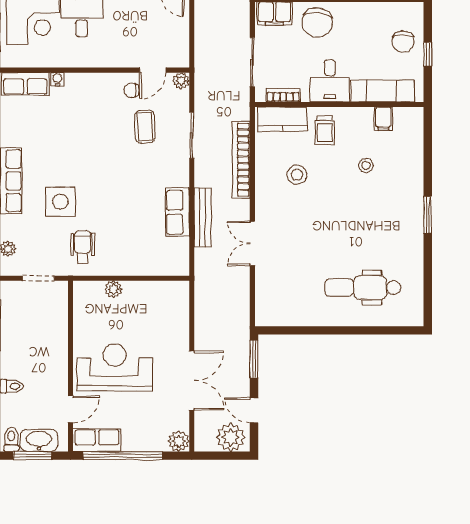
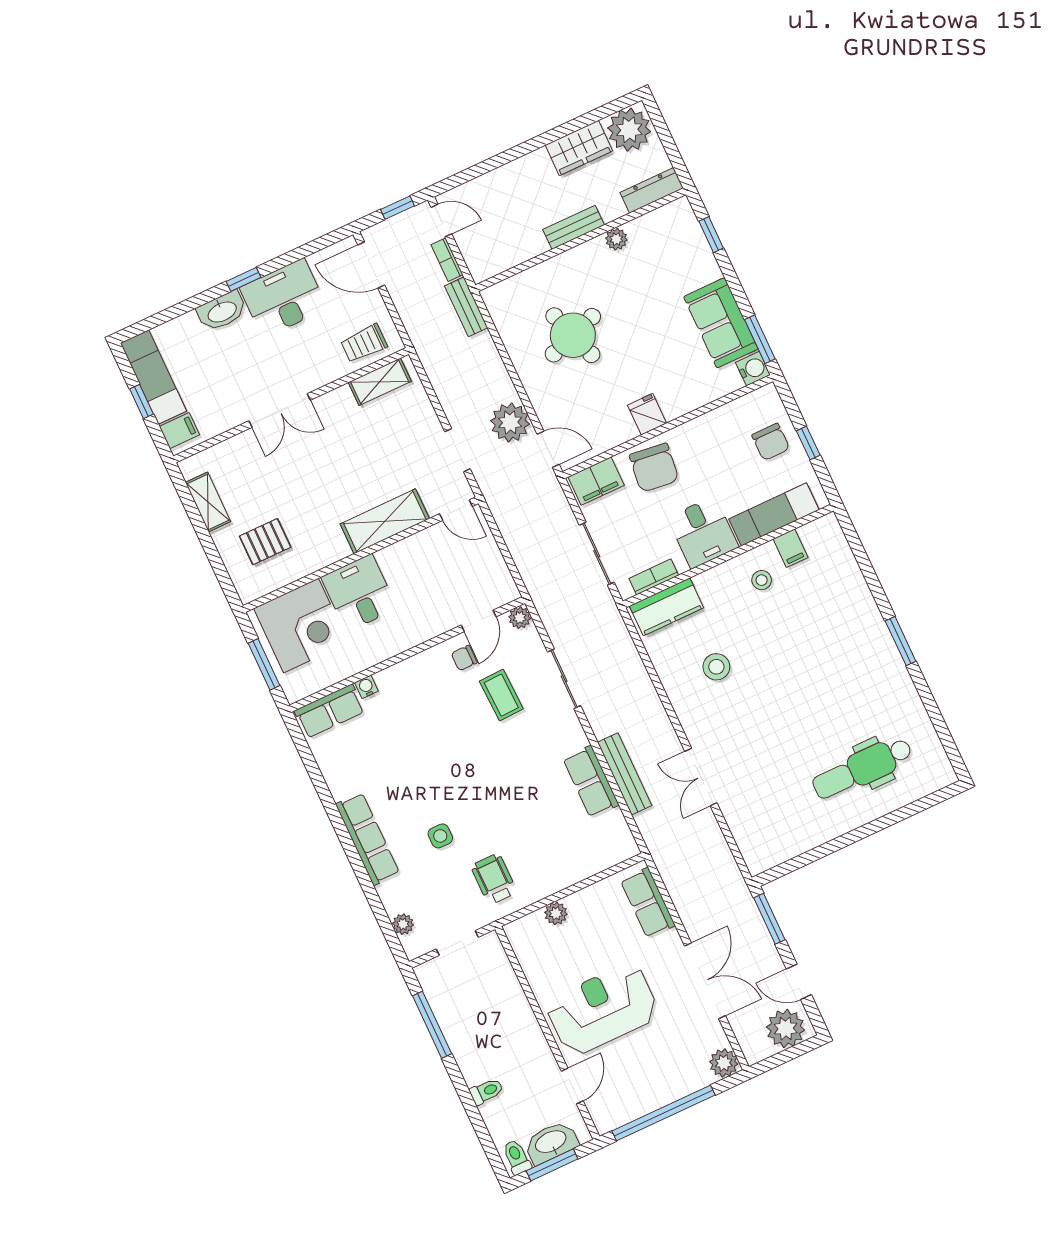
trolley: (325, 130) -> (725, 596), removed
bookcase: (241, 160) -> (639, 680), removed
stool: (366, 165) -> (762, 580), moved
side table: (60, 202) -> (440, 836), width x0.54, depth x0.54
row of seats: (97, 440) -> (648, 903), moved, turned -90

